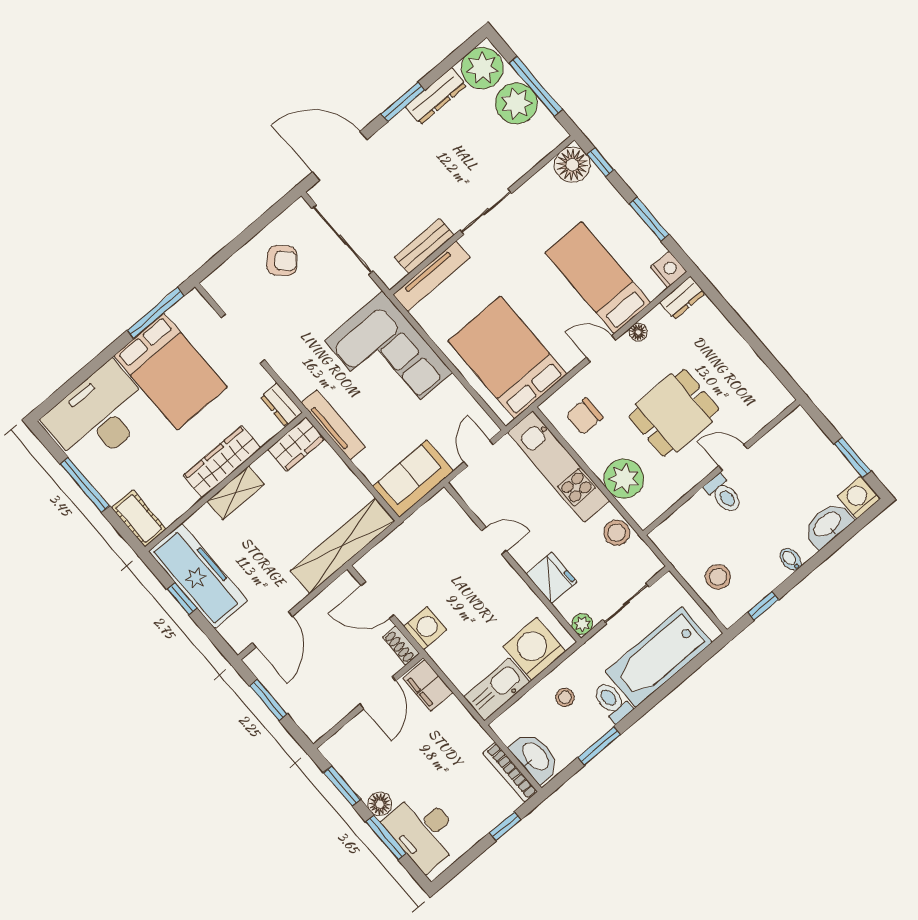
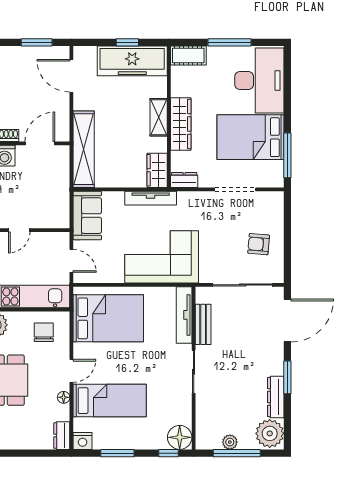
plant: (516, 103) -> (230, 442), width x0.53, depth x0.53
armchair: (282, 261) -> (259, 244), turned 52

